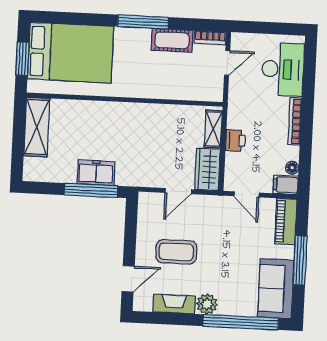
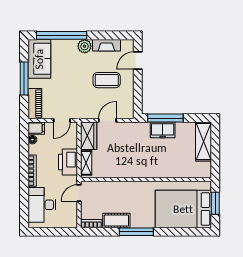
door: (227, 63) -> (79, 193), moved
shelving: (37, 127) -> (204, 142), moved
printer: (235, 141) -> (68, 162), width x1.87, depth x1.48
door: (246, 194) -> (62, 120), swing flipped

